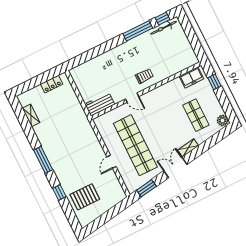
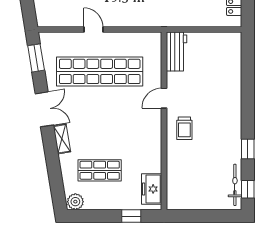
window: (138, 31) -> (248, 149), width x0.46

